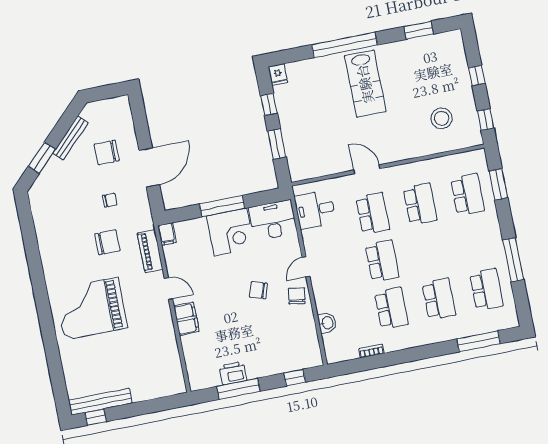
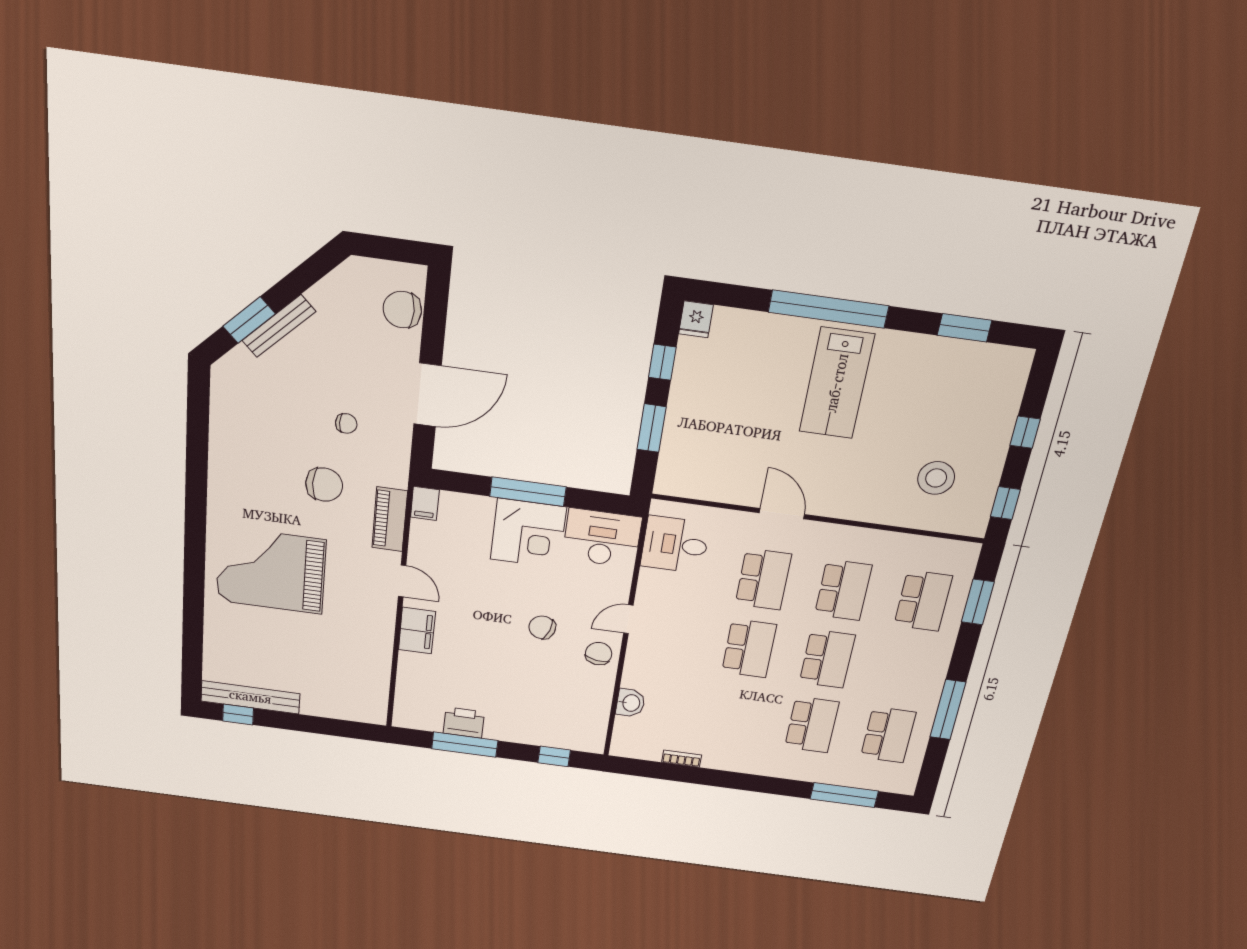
bench: (70, 138) -> (279, 326), moved
chair: (107, 152) -> (402, 310), moved
school desk: (391, 308) -> (827, 659), moved

